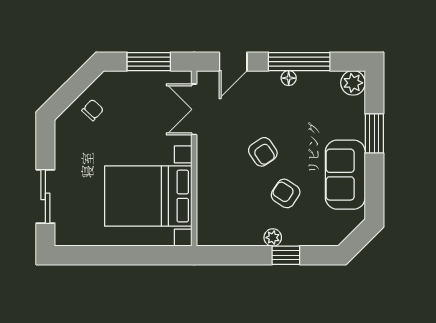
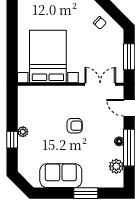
plant: (353, 83) -> (116, 166), moved
armchair: (263, 152) -> (75, 126), turned -146
armchair: (286, 193) -> (49, 139), removed

